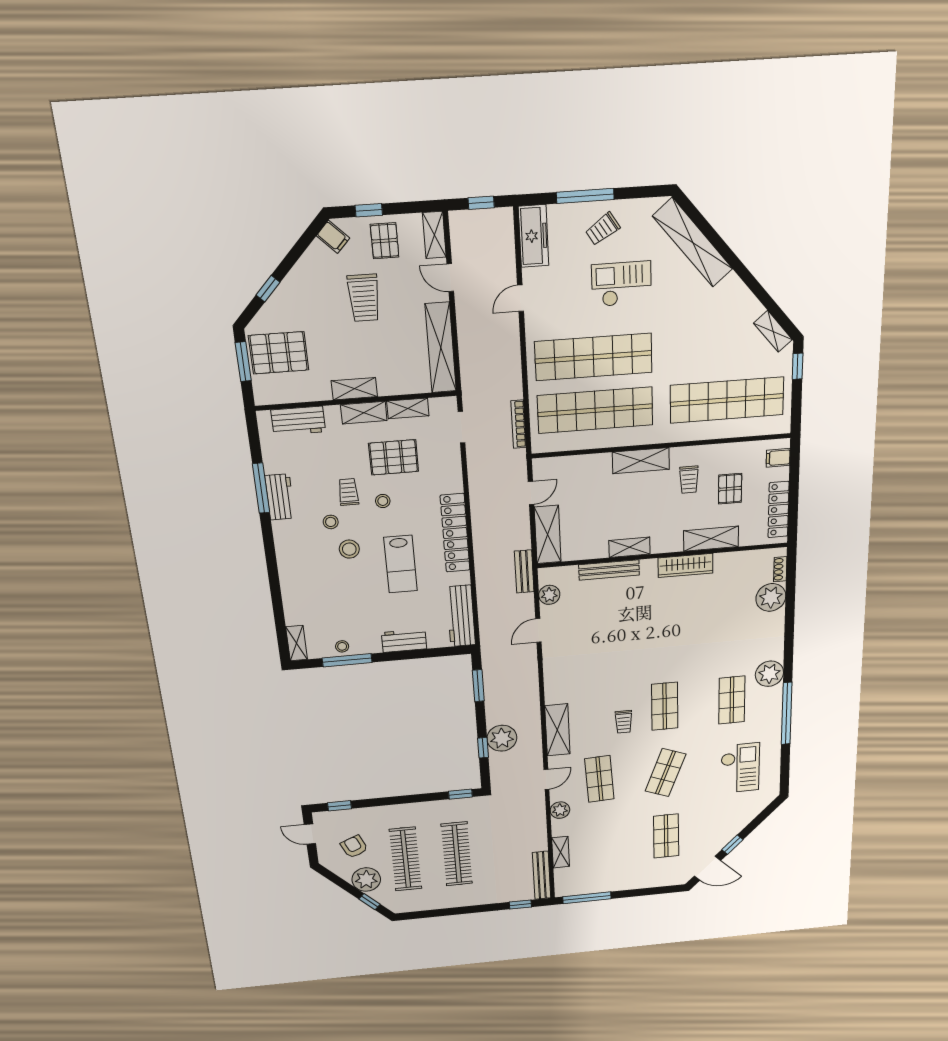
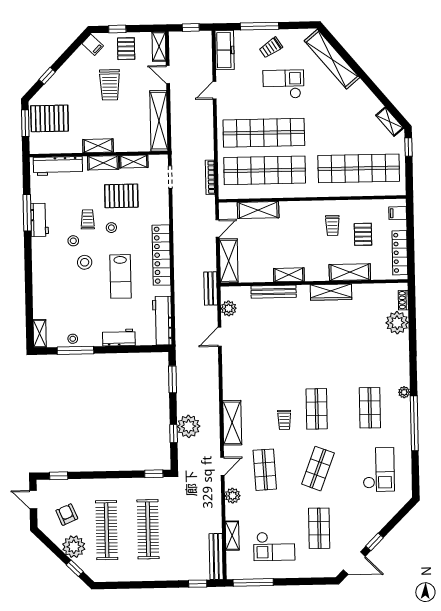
workbench: (298, 421) -> (58, 166), width x1.38
shelving: (641, 461) -> (258, 210), moved
plant: (769, 674) -> (404, 392), width x0.53, depth x0.53
checkout: (612, 859) -> (274, 546), added

